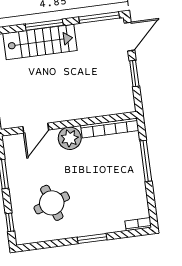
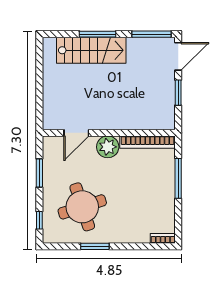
round table: (52, 203) -> (82, 207), width x1.36, depth x1.36
window: (92, 238) -> (95, 246), moved

